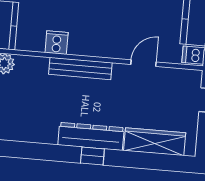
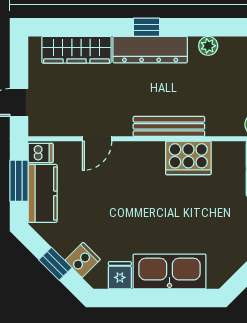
cooker: (57, 43) -> (188, 158), width x1.87, depth x1.31
plant: (41, 135) -> (208, 46), added

